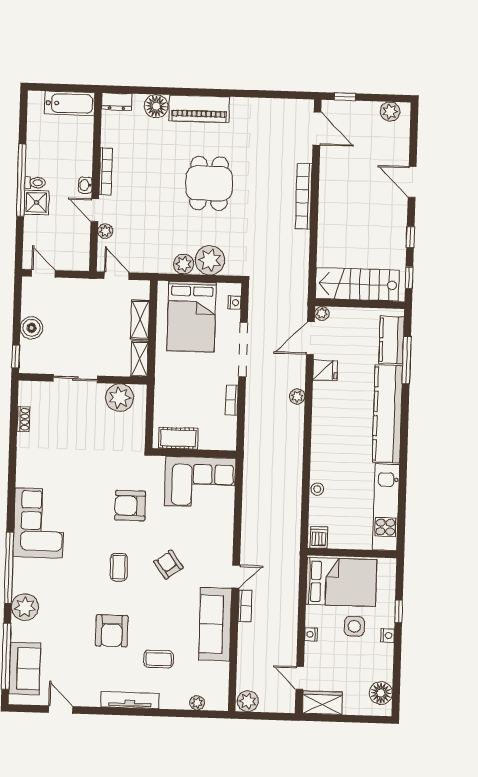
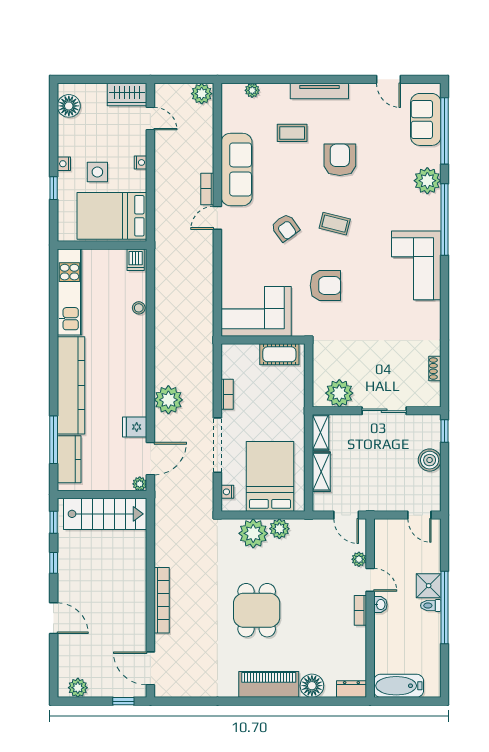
bookcase: (106, 171) -> (360, 610), width x0.64
plant: (297, 397) -> (168, 400), width x1.88, depth x1.88
coffee table: (119, 567) -> (335, 224), turned -76

